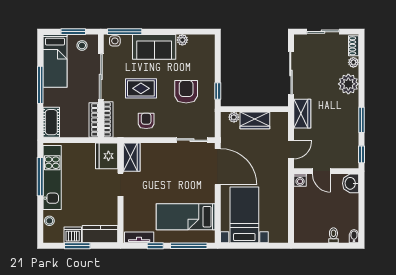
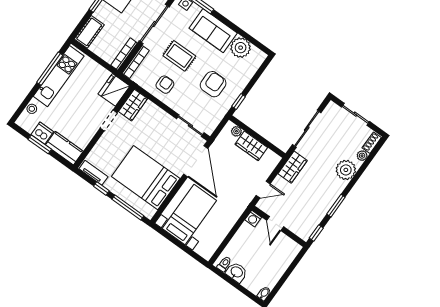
plant: (182, 40) -> (241, 48), width x1.87, depth x1.87
washbasin: (351, 183) -> (236, 272), moved, turned 90
bed: (186, 217) -> (146, 178), width x1.50
toilet: (333, 235) -> (224, 264), moved

